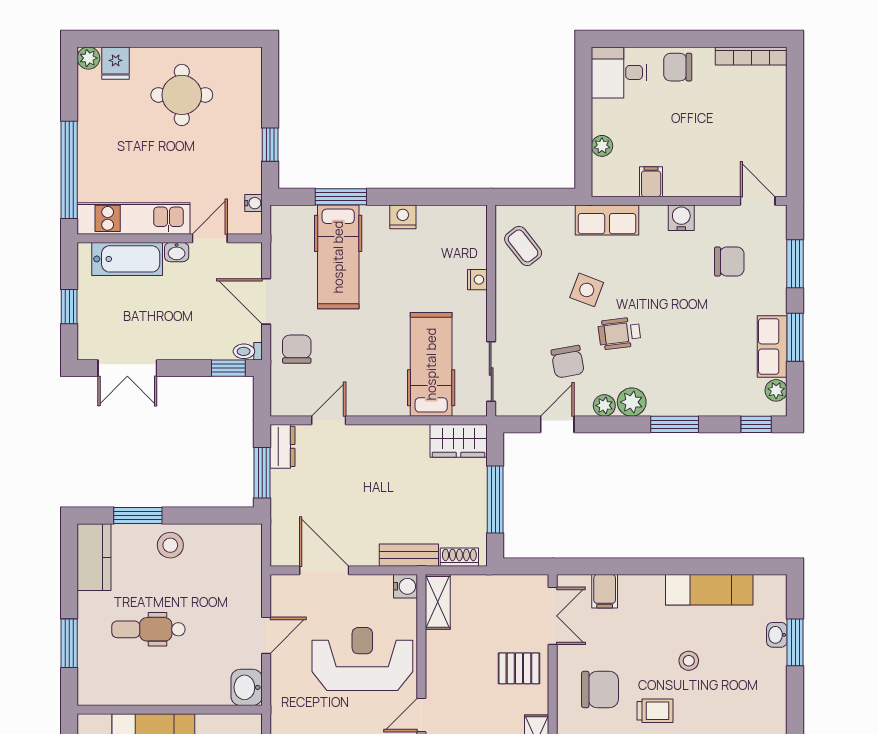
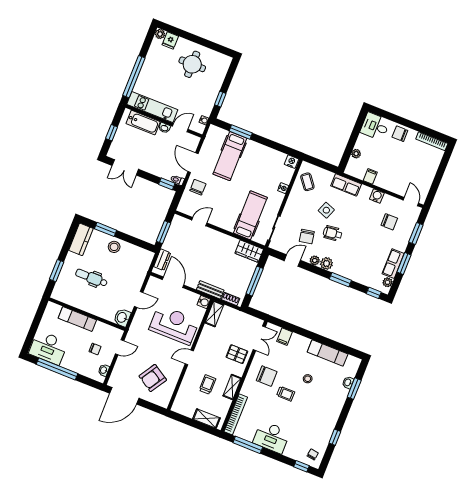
nightstand: (403, 217) -> (291, 162), moved
dresser: (282, 446) -> (162, 260), moved

